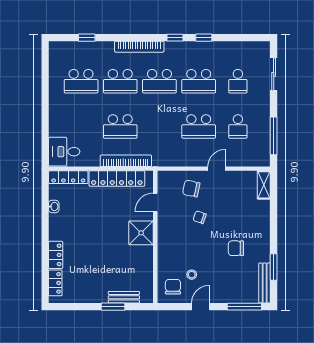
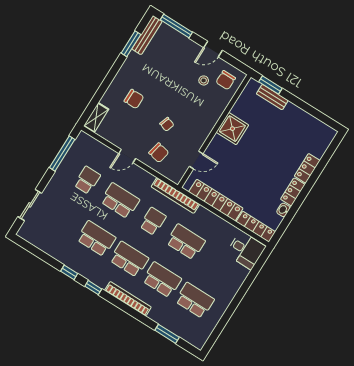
window: (87, 38) -> (167, 334), width x1.50
school desk: (238, 81) -> (153, 221), moved
bookcase: (126, 161) -> (175, 195), moved
shower: (141, 233) -> (232, 129), moved
chair: (236, 248) -> (134, 99), moved
locker: (55, 283) -> (293, 192), moved
window: (113, 307) -> (270, 85), moved

